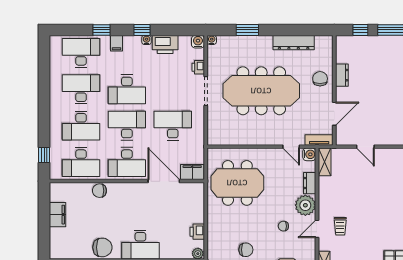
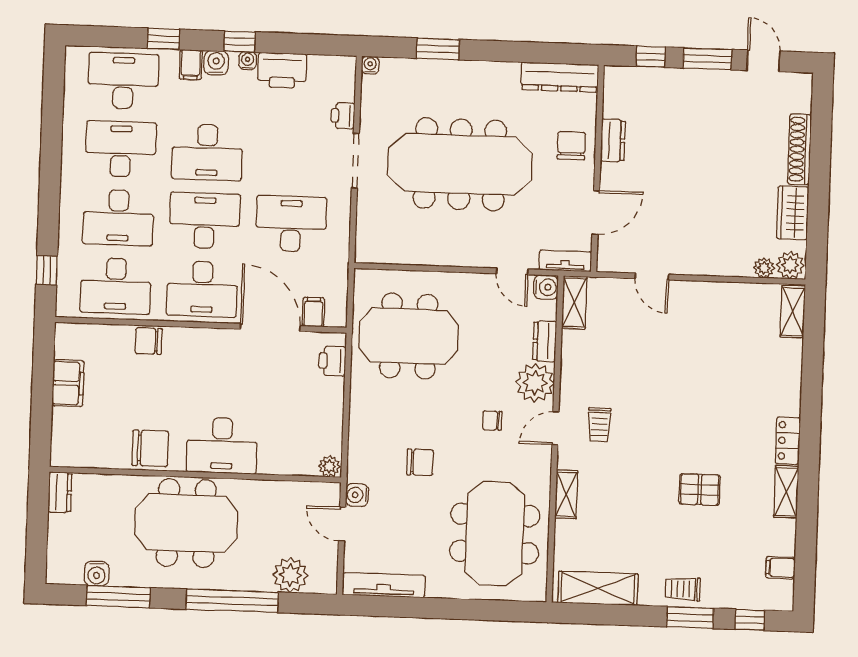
water cooler: (198, 42) -> (216, 63), moved
dresser: (294, 43) -> (560, 77), moved
filing cabinet: (192, 172) -> (313, 312), width x0.50
printer: (197, 232) -> (332, 361), moved

